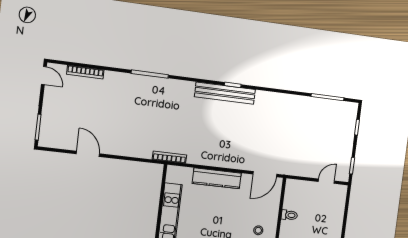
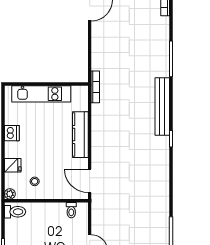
bench: (225, 93) -> (162, 106), moved
toilet: (289, 215) -> (71, 210), moved

